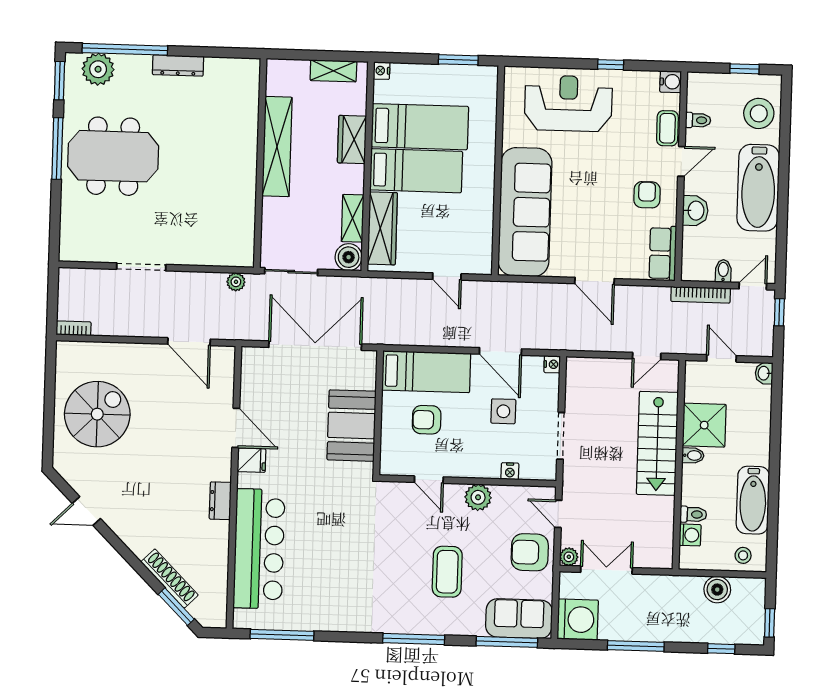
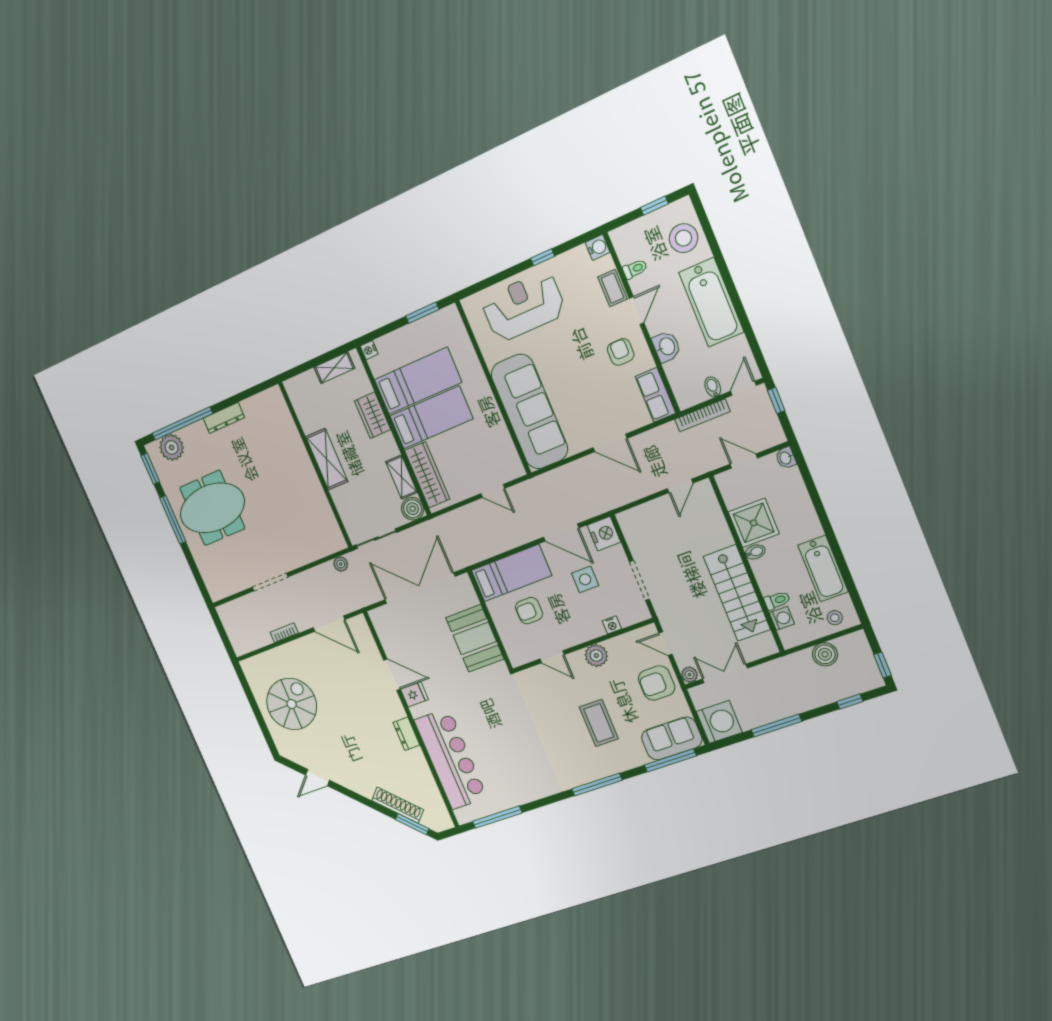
shelving: (277, 147) -> (327, 459), width x0.68
bookcase: (74, 328) -> (284, 633), moved
nightstand: (552, 364) -> (604, 534), width x1.89, depth x1.79
stairs: (657, 443) -> (737, 593), moved

